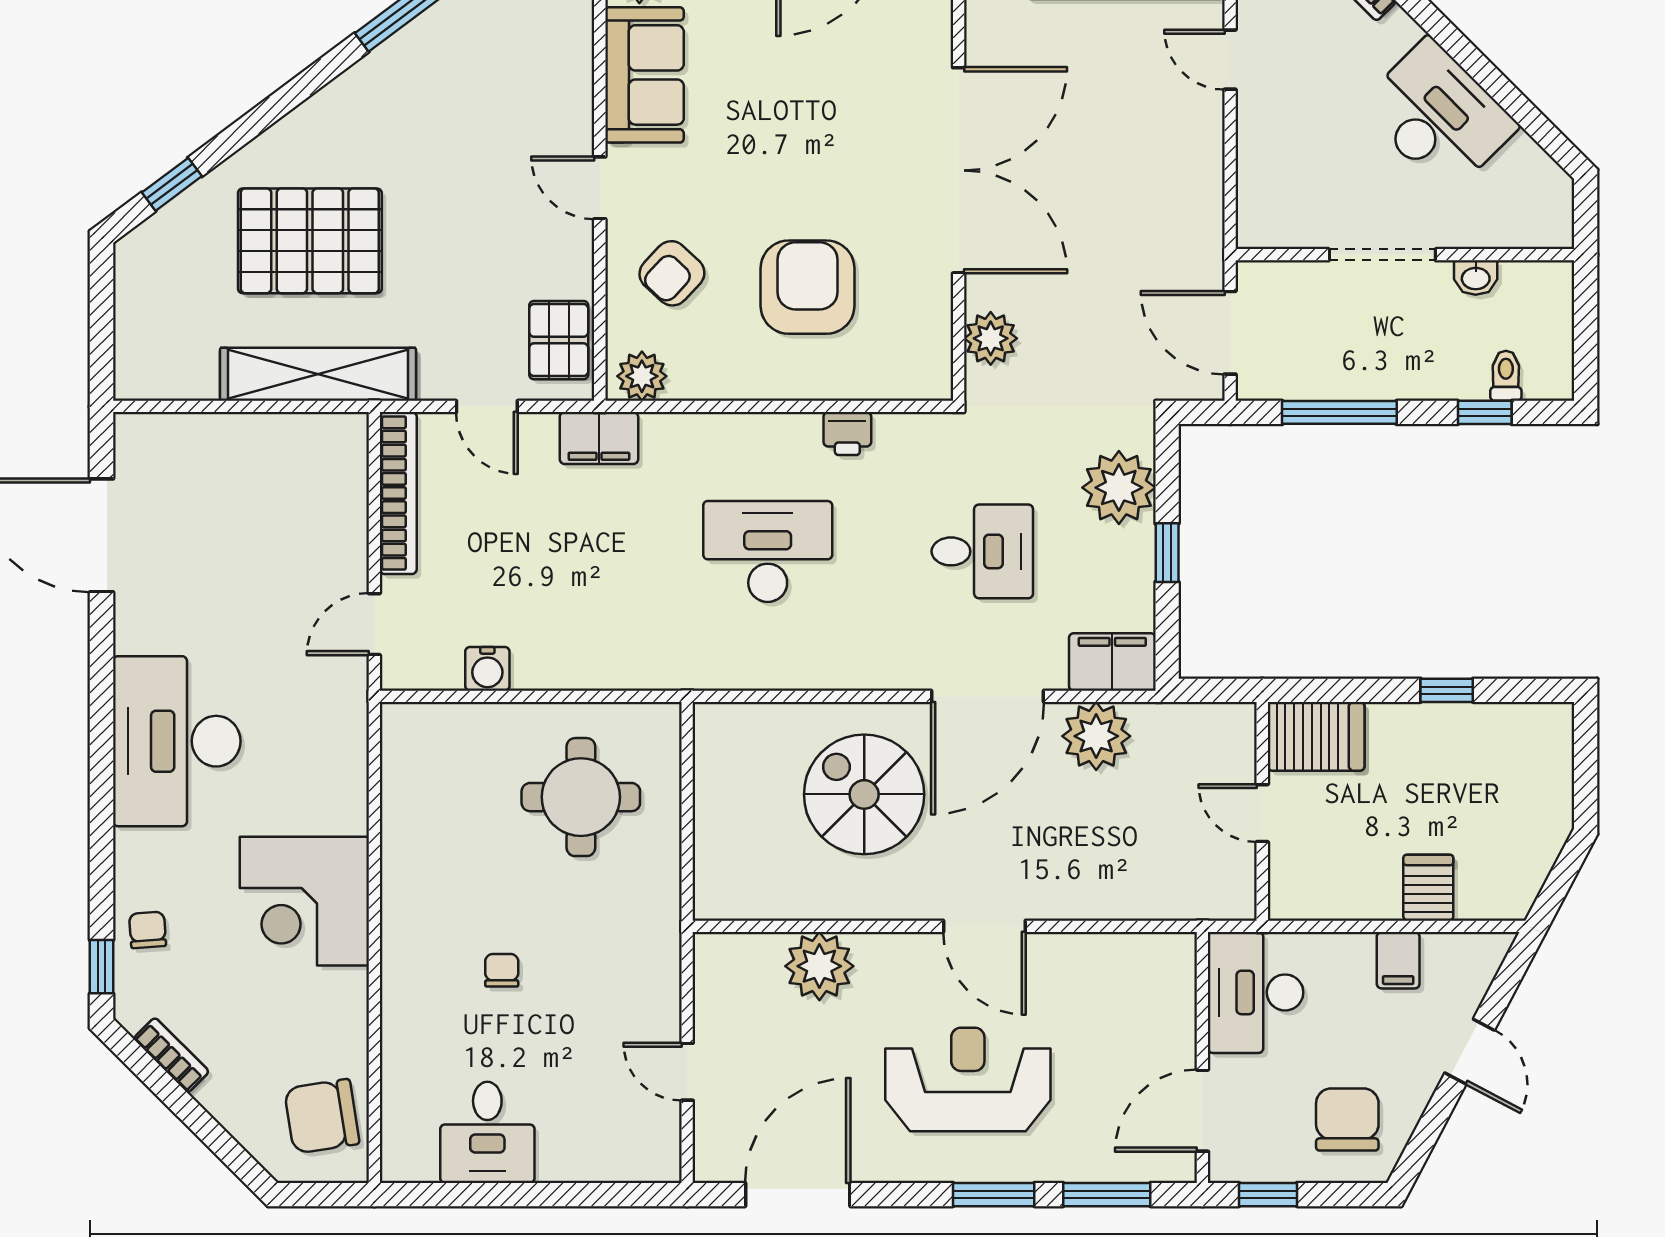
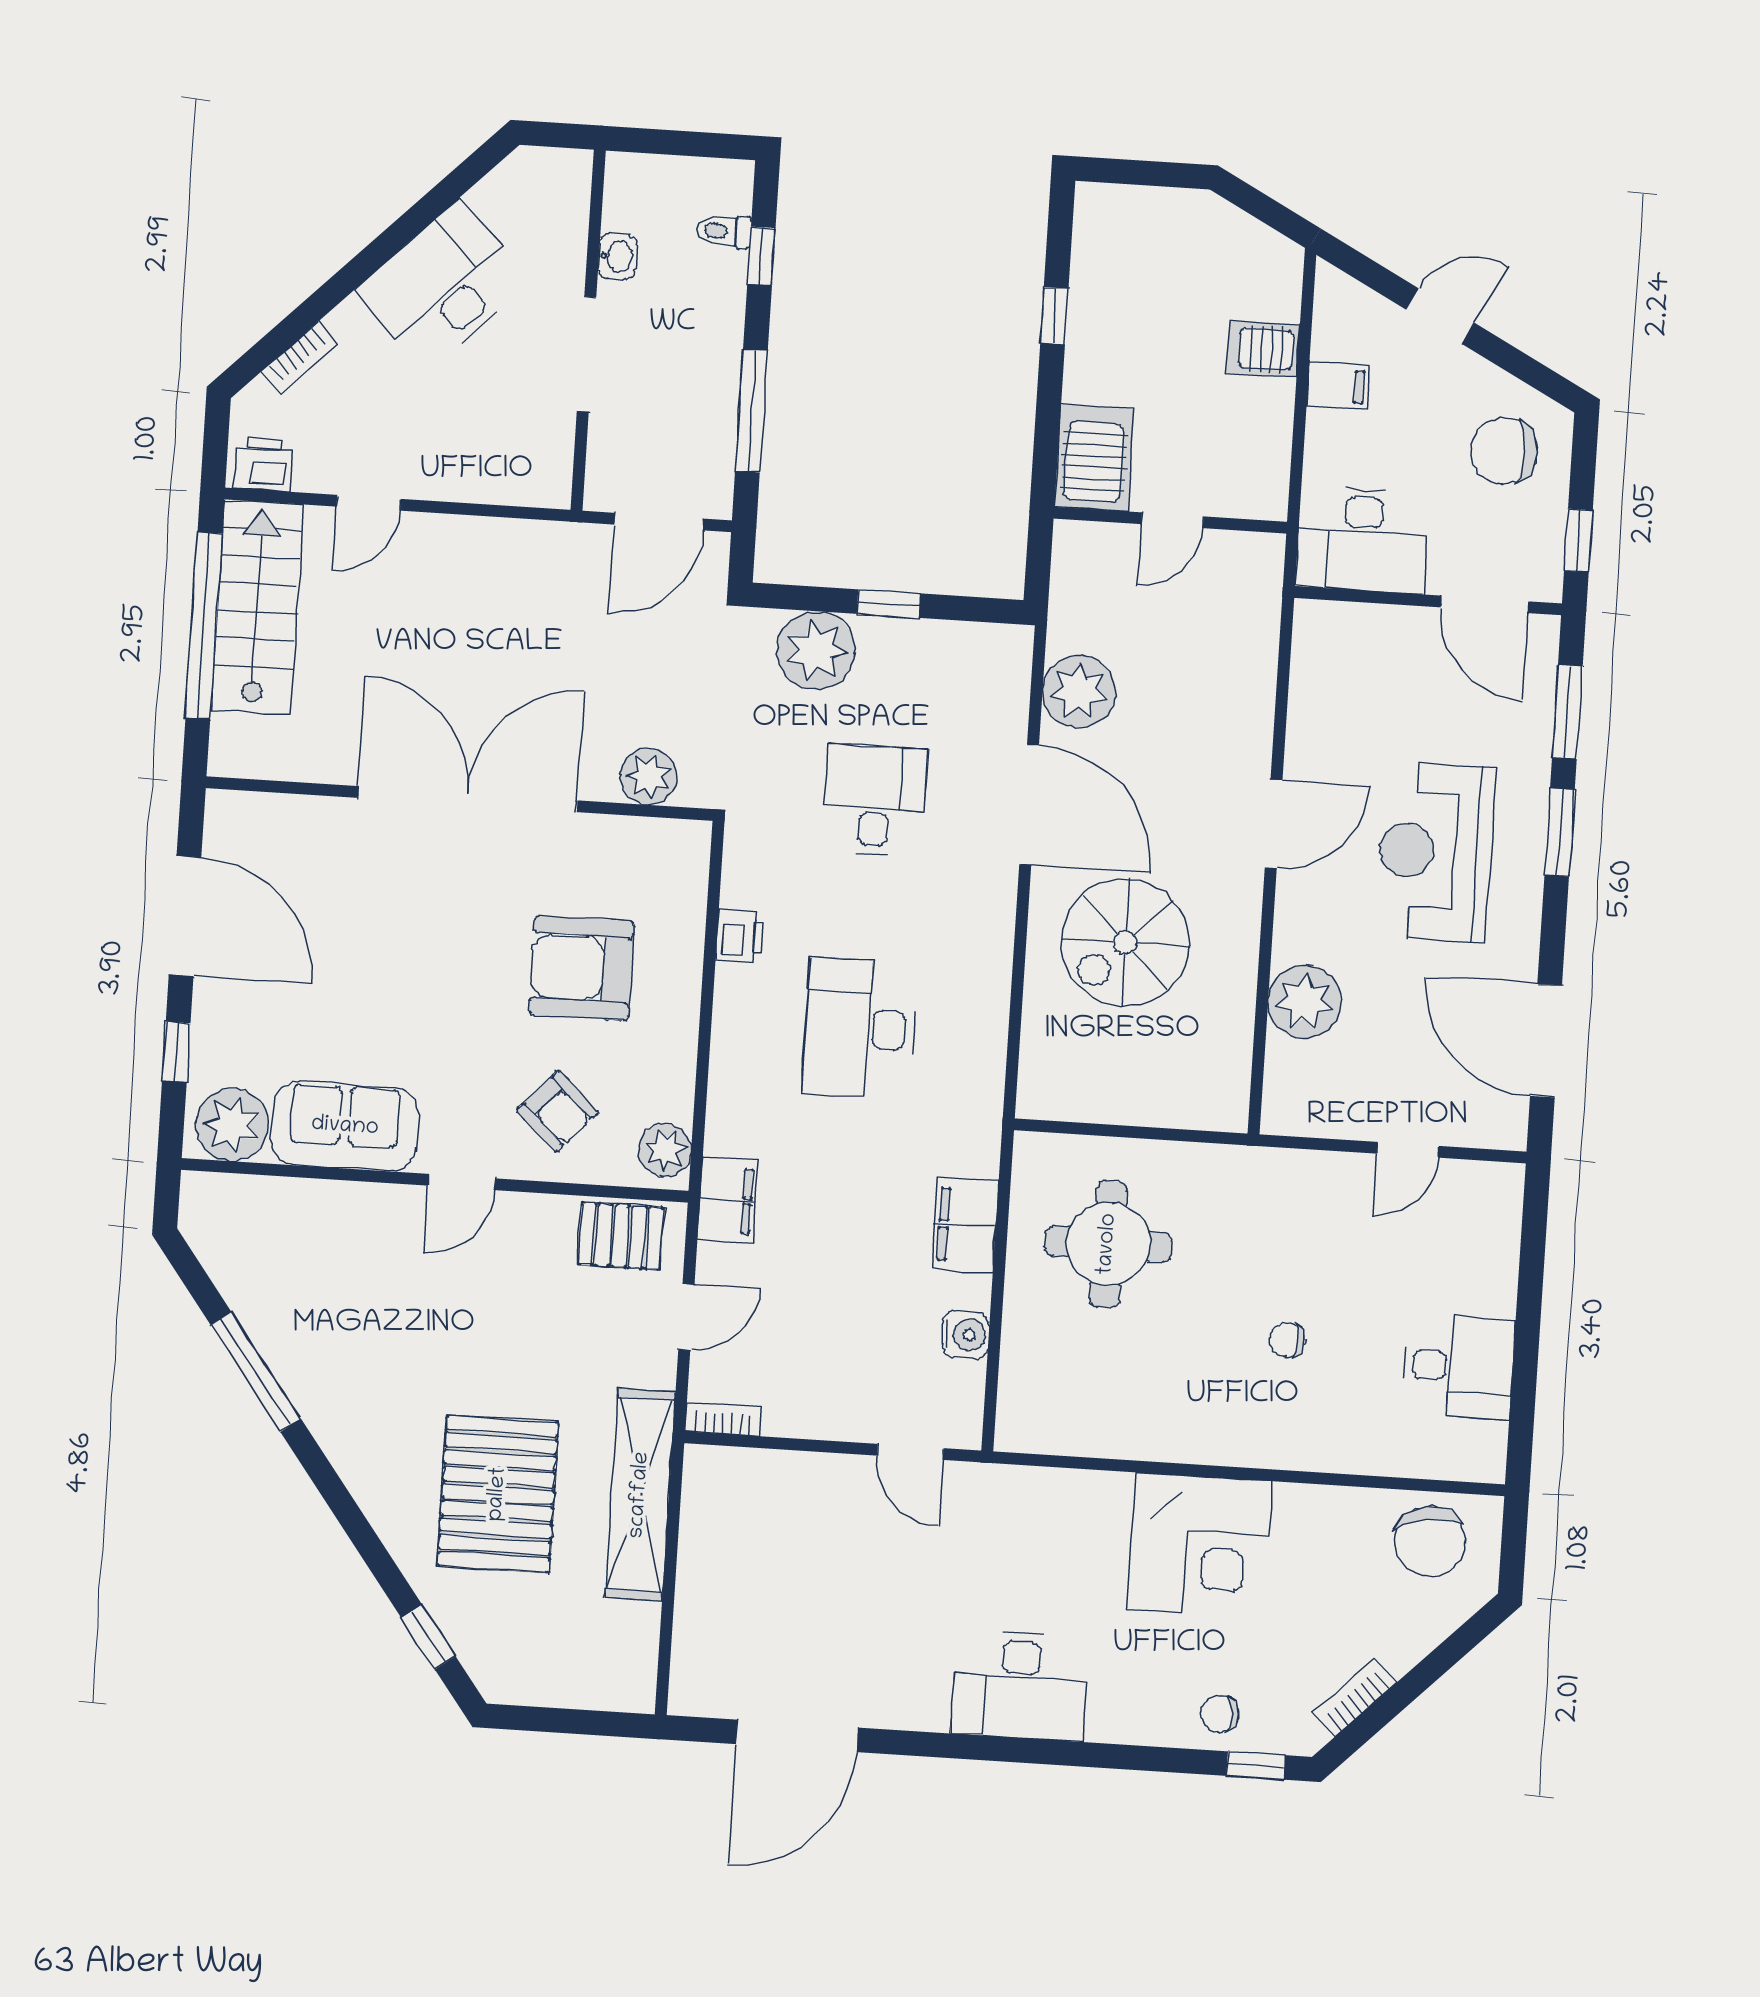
bookcase: (398, 493) -> (723, 1419), width x0.43, depth x0.76
filing cabinet: (1112, 662) -> (965, 1225), moved
desk: (177, 741) -> (1020, 1686), width x0.73, depth x0.77

